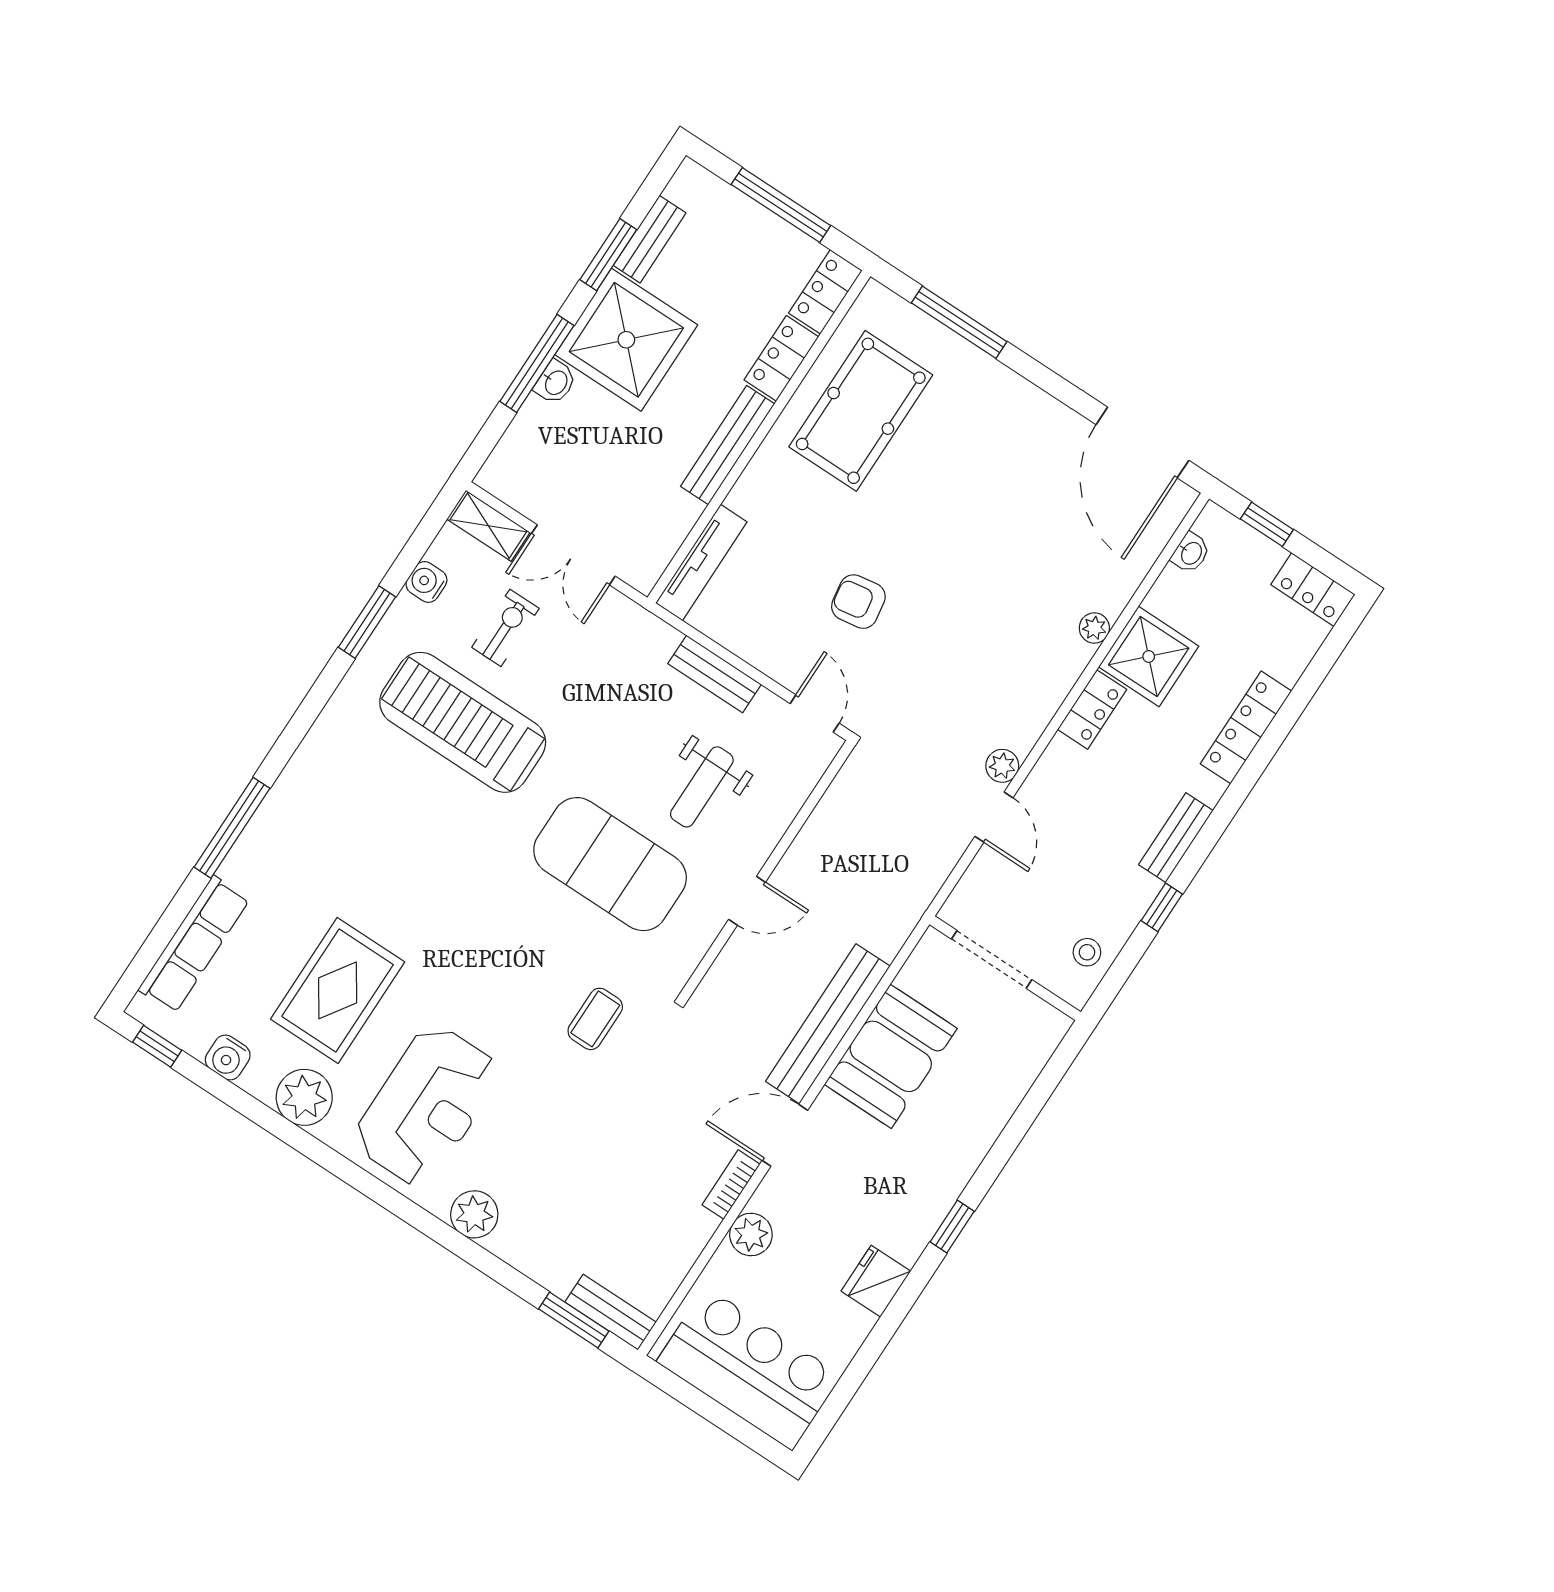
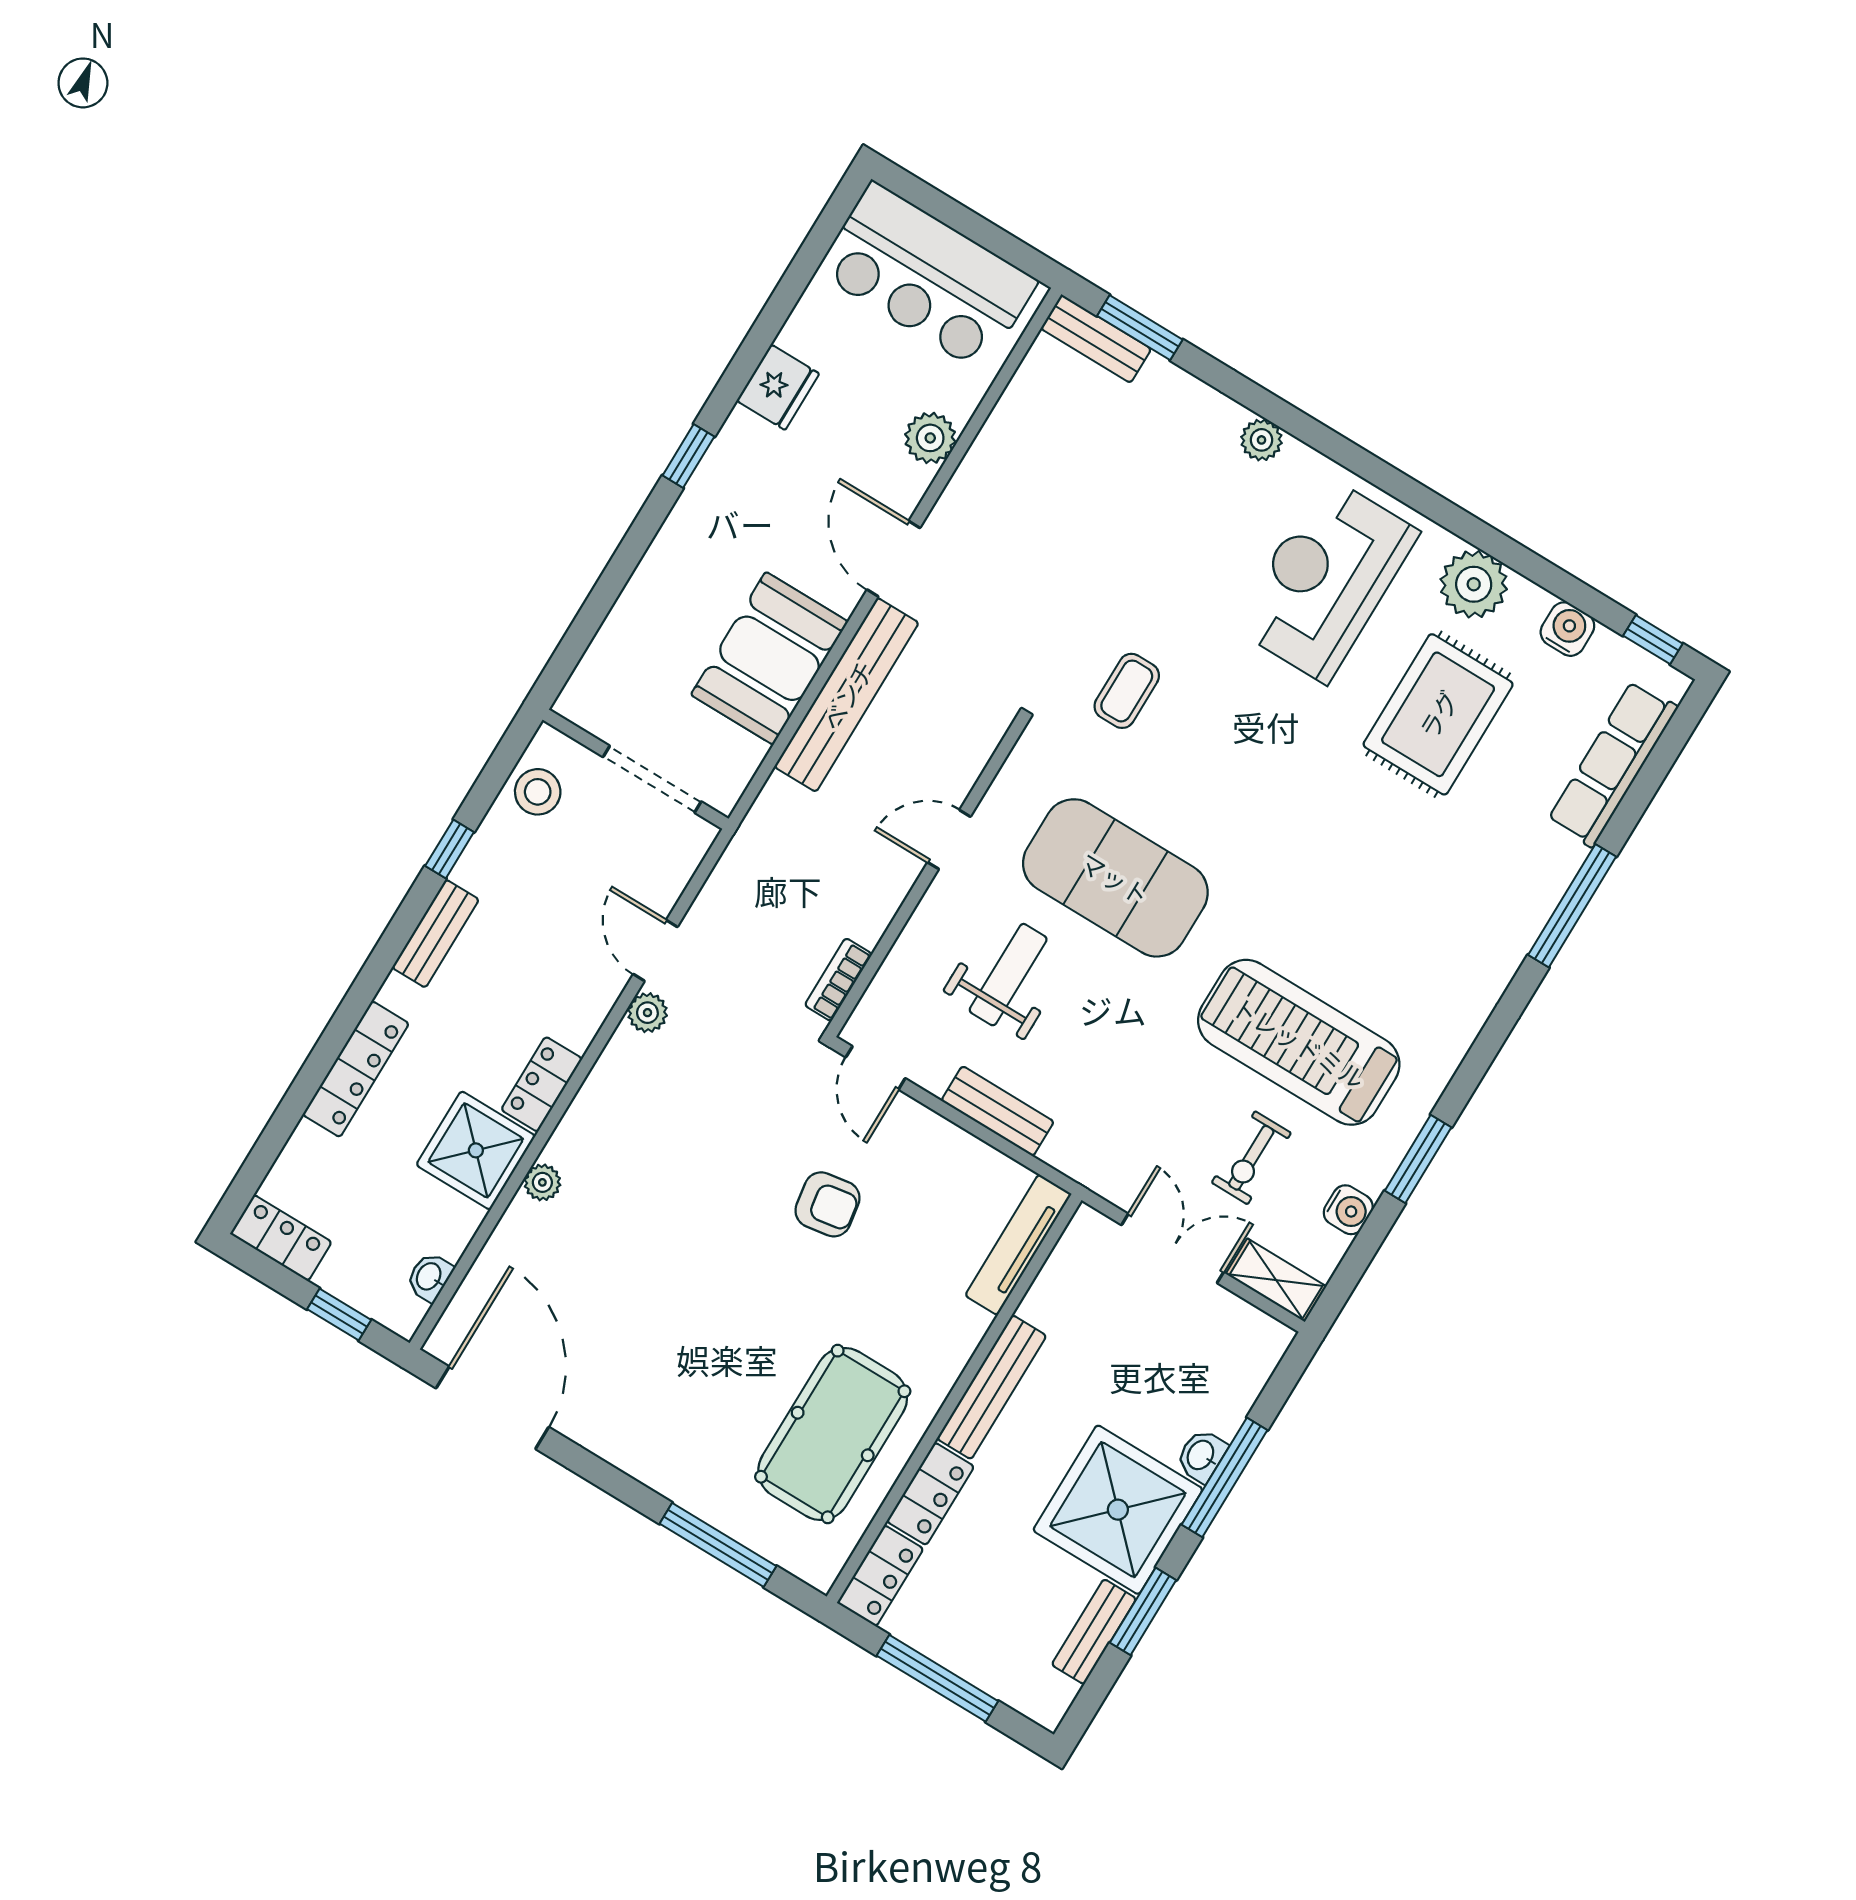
treadmill: (463, 722) -> (1299, 1042), turned 180
stool: (1087, 952) -> (538, 792), width x1.37, depth x1.37
door: (785, 1135) -> (894, 559), swing flipped
bookcase: (731, 1184) -> (838, 980), moved, turned 180
plant: (474, 1214) -> (1261, 440), width x0.73, depth x0.73

